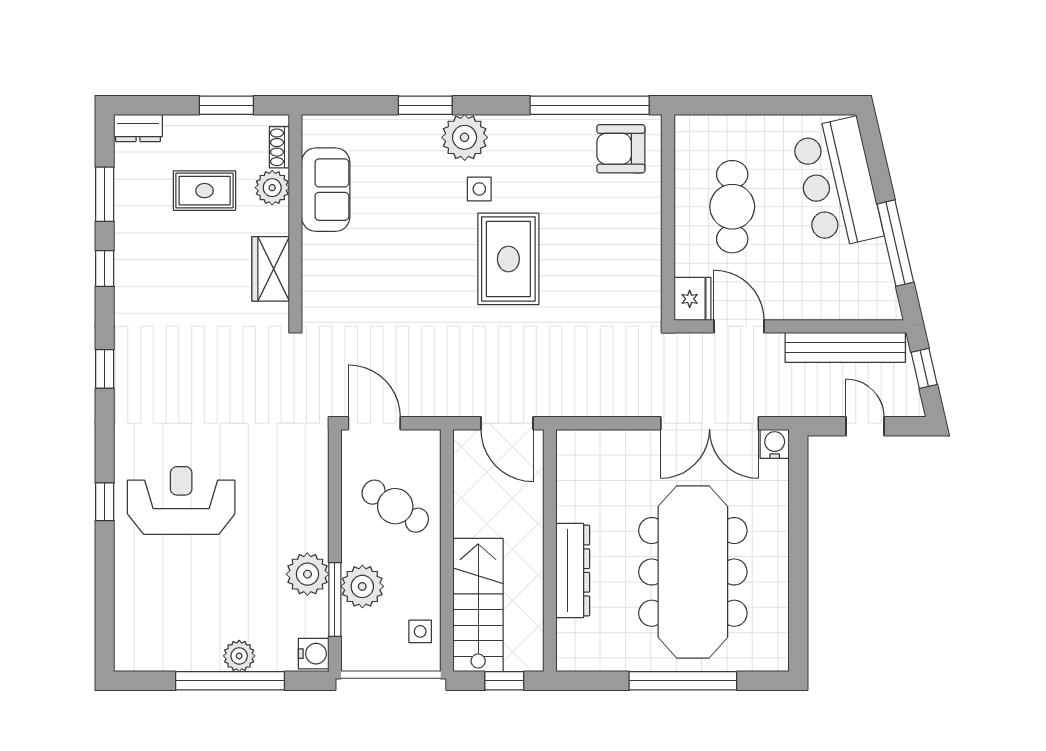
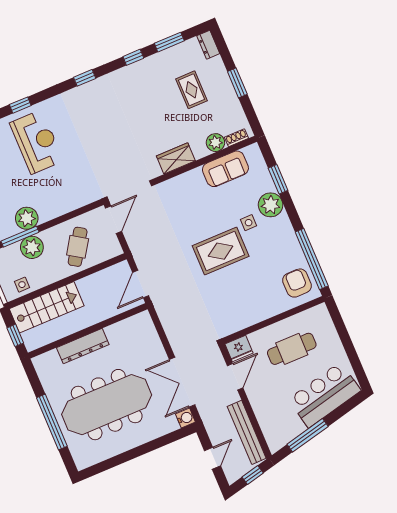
shoe rack: (279, 147) -> (236, 138), moved
plant: (272, 188) -> (215, 143), moved
sofa: (326, 190) -> (225, 169), moved
wall: (295, 217) -> (206, 160), moved
wardrobe: (271, 269) -> (176, 158), moved

